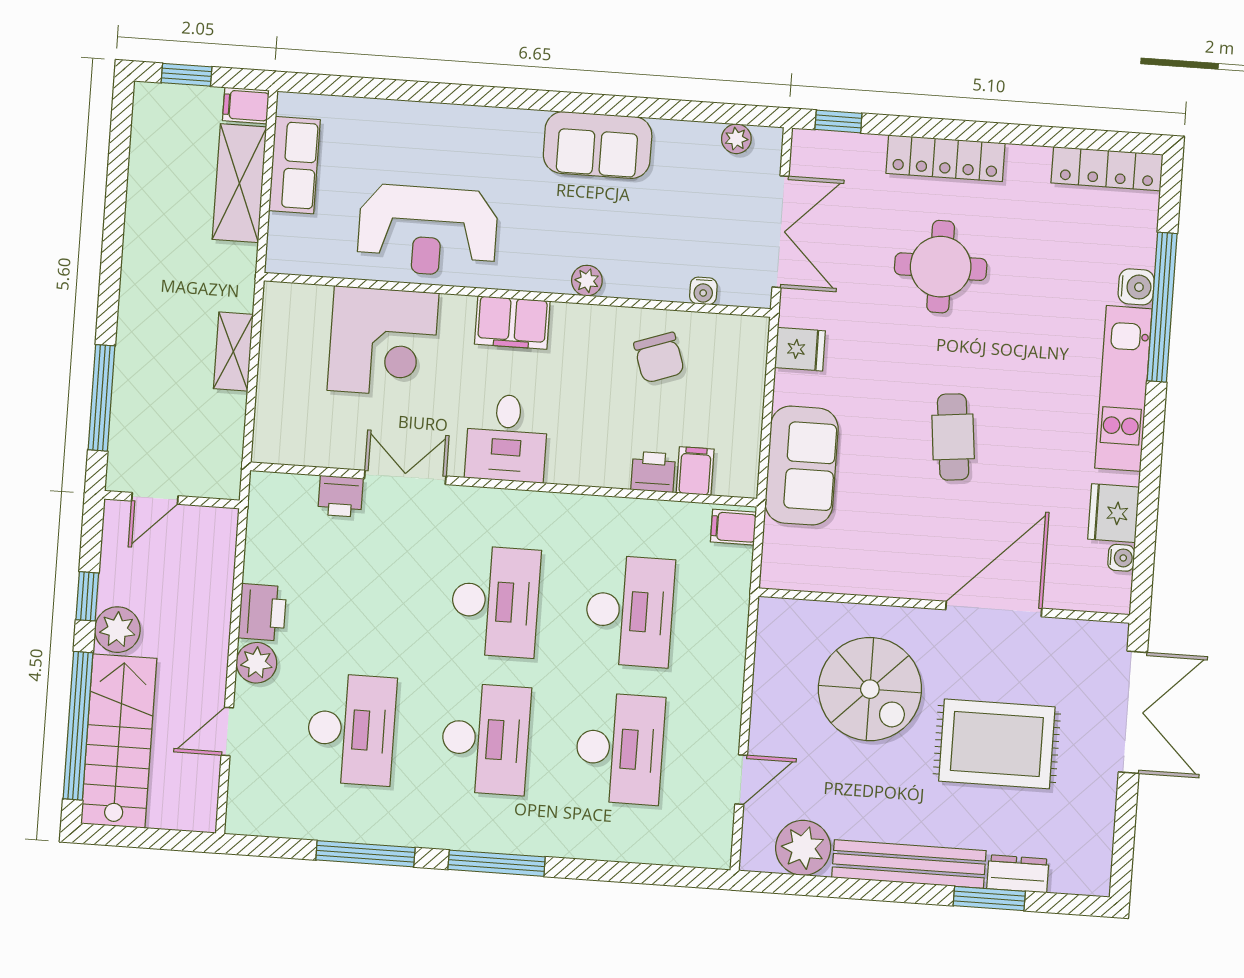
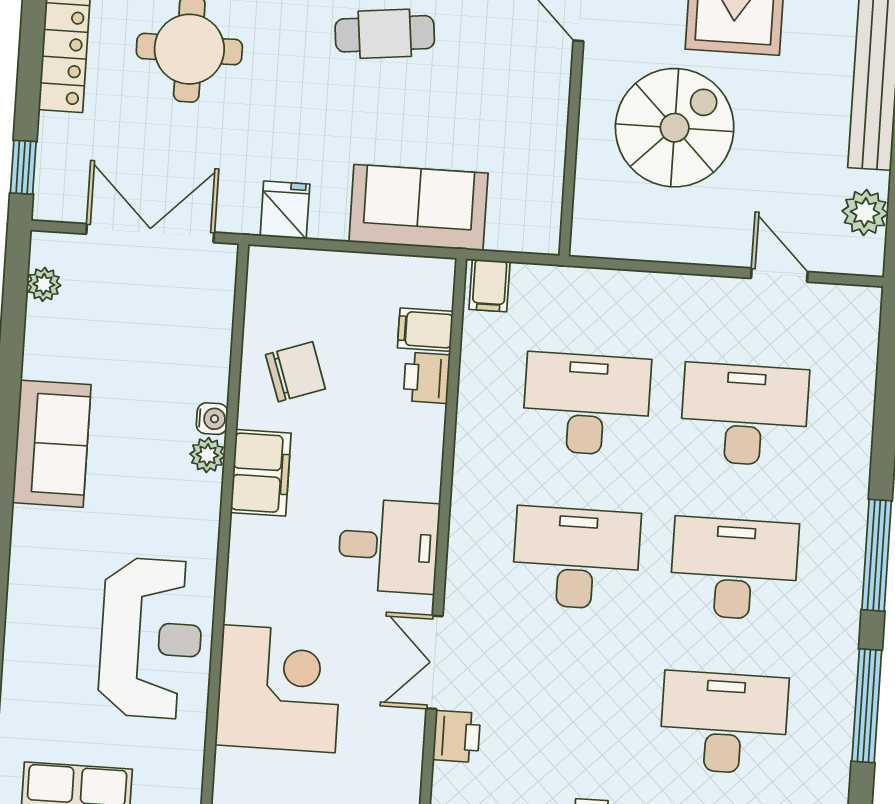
water cooler: (703, 291) -> (212, 419), moved
filing cabinet: (512, 323) -> (261, 473), moved
plant: (803, 848) -> (865, 212), width x0.73, depth x0.73

